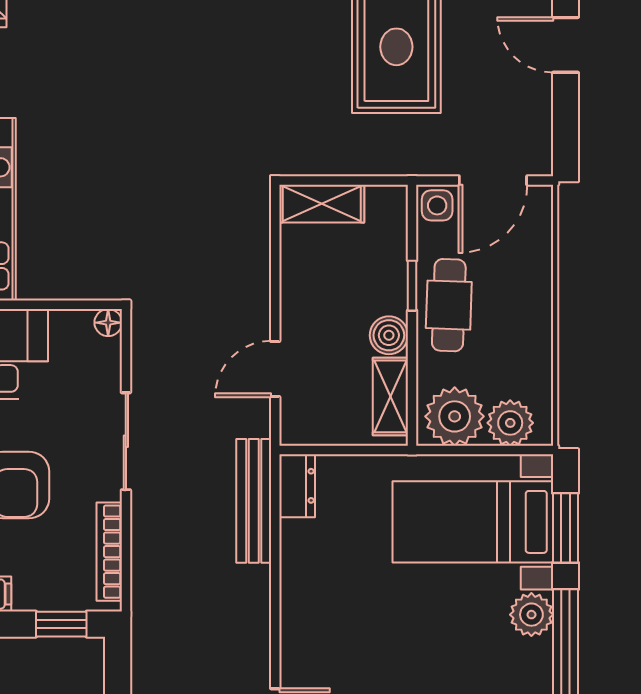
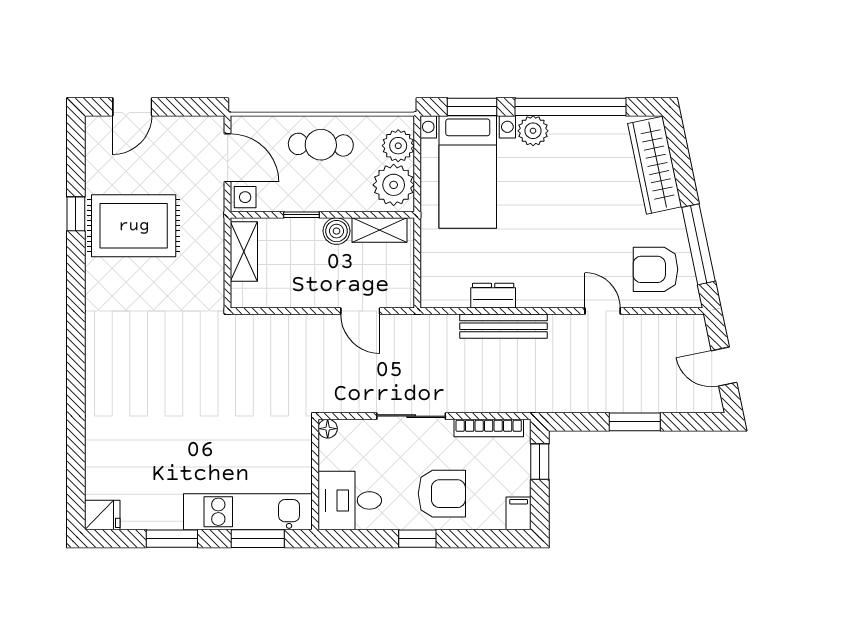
shelving: (322, 204) -> (244, 251), moved
cafe table: (449, 305) -> (321, 145), moved
dresser: (297, 486) -> (493, 296), moved
bench: (254, 501) -> (504, 326), moved

